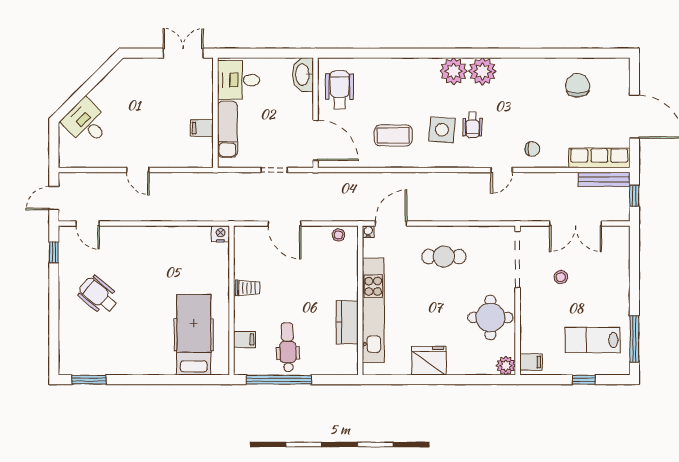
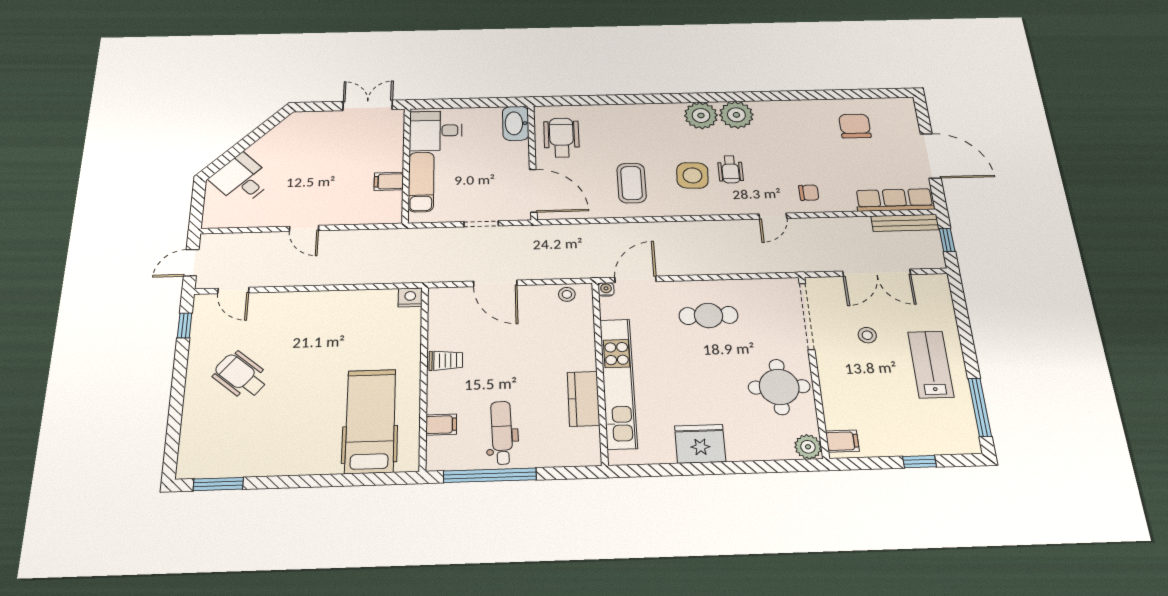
coffee table: (393, 135) -> (632, 183), turned 90
lab bench: (593, 340) -> (931, 364), moved, turned 90

